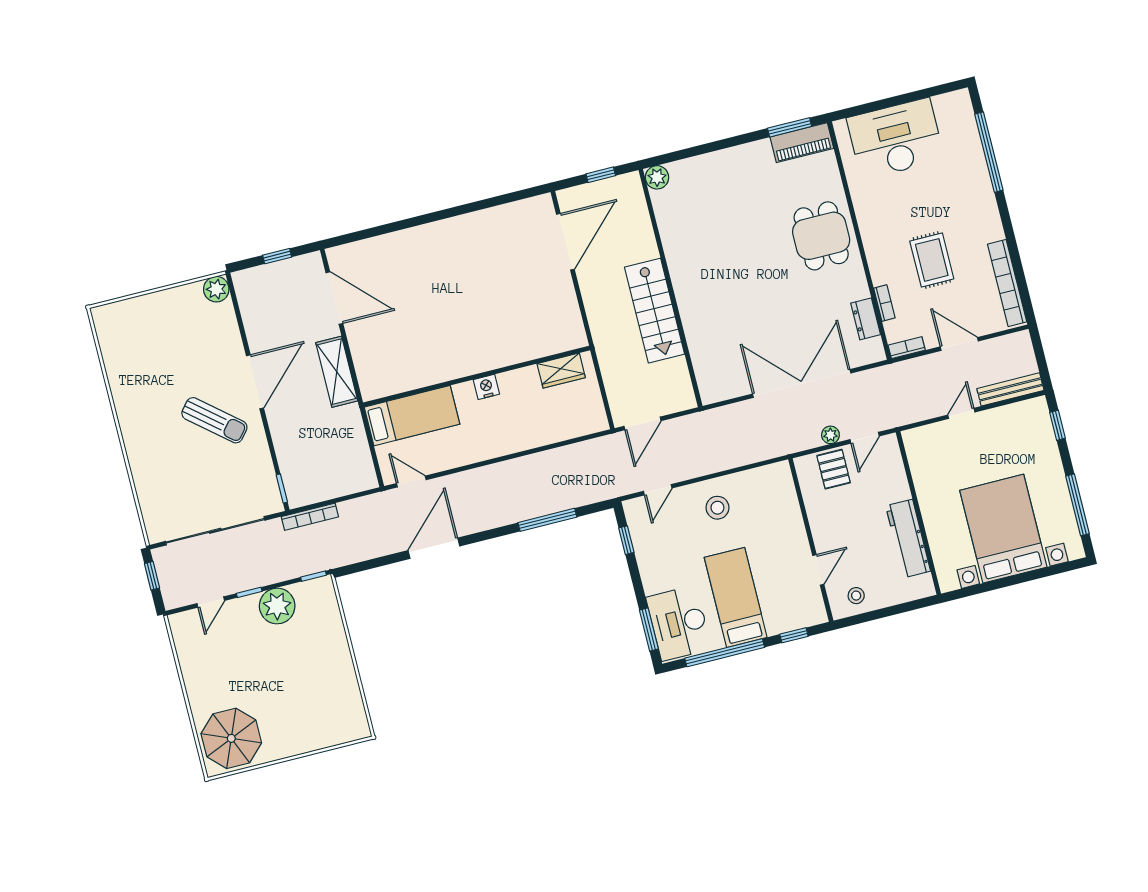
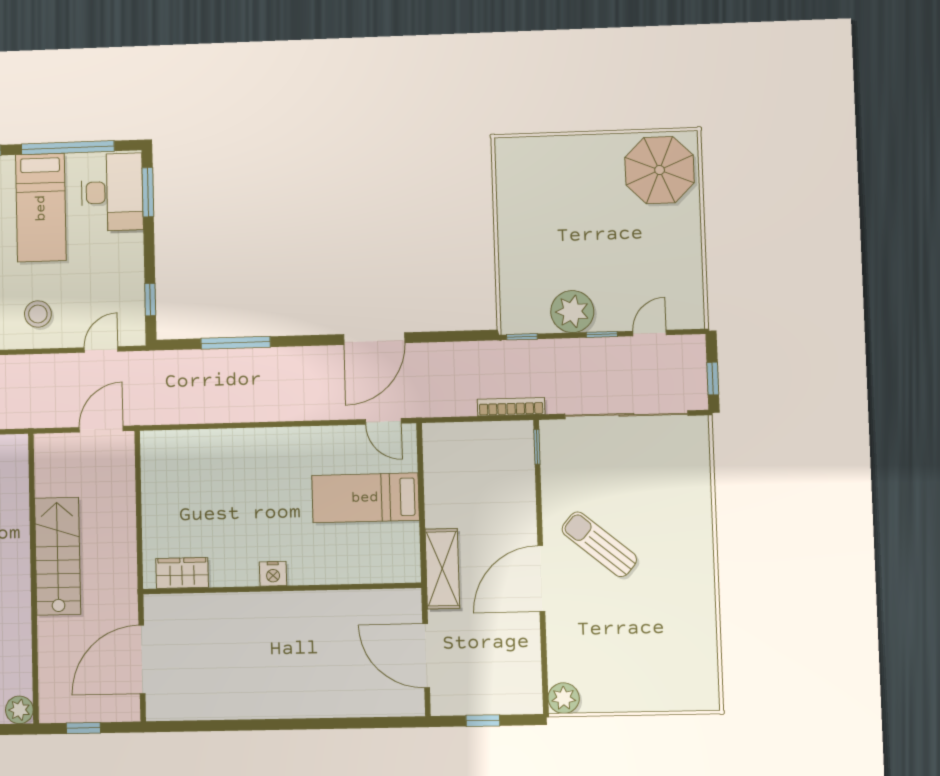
wardrobe: (561, 371) -> (182, 573), moved
wall: (477, 376) -> (282, 588), moved
nightstand: (486, 387) -> (273, 574), moved

